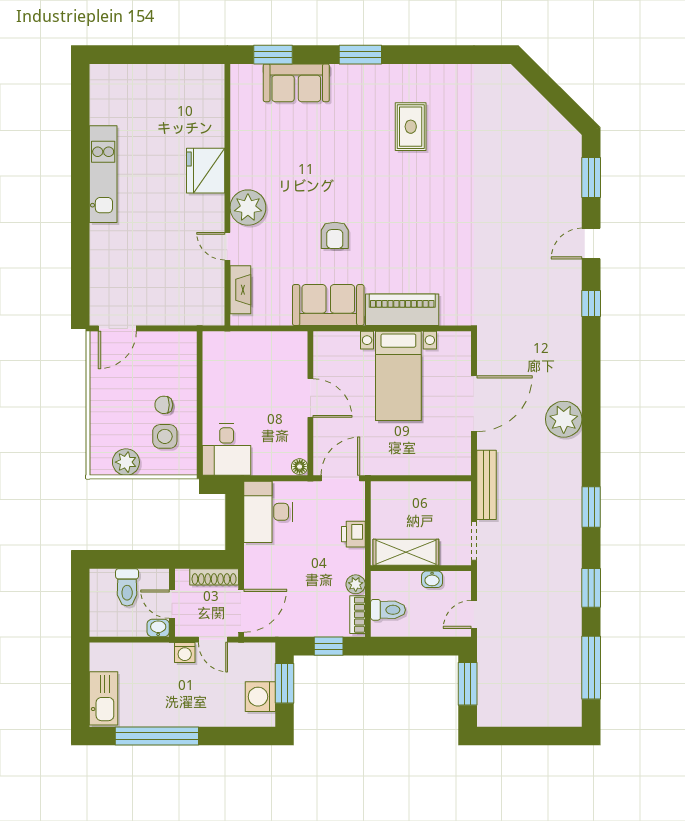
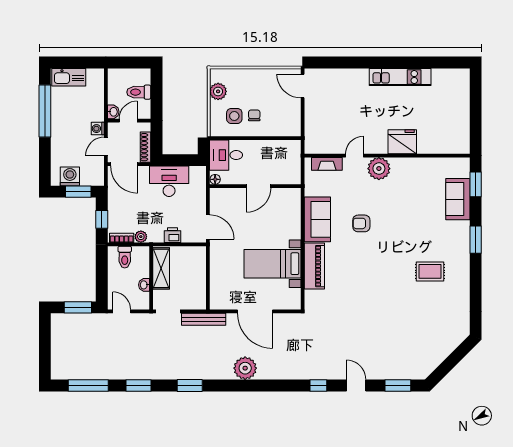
door: (310, 398) -> (259, 186), moved
wall: (310, 403) -> (255, 186), moved
floor lamp: (300, 467) -> (215, 179), moved
desk: (268, 512) -> (169, 181), moved

